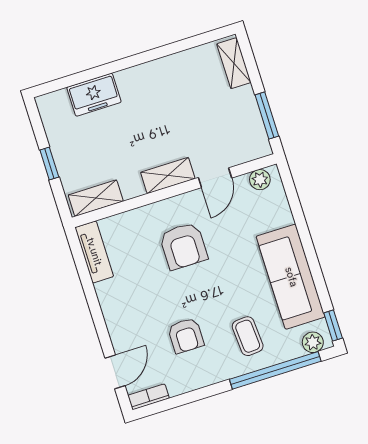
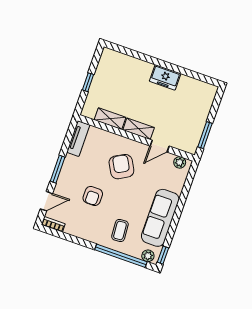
shelving: (234, 63) -> (208, 100), removed
freezer: (94, 95) -> (165, 77), moved
shelving: (96, 198) -> (110, 119), moved
armchair: (183, 246) -> (121, 167), turned 151
window: (97, 316) -> (58, 169), added
armchair: (186, 336) -> (93, 196), moved

